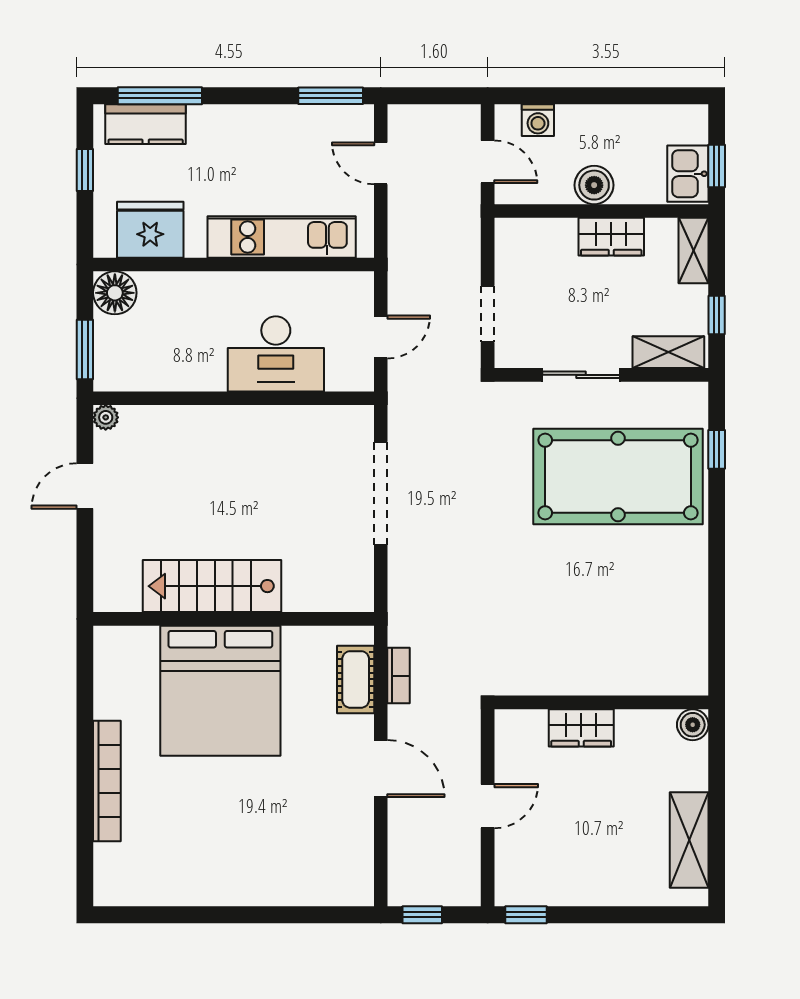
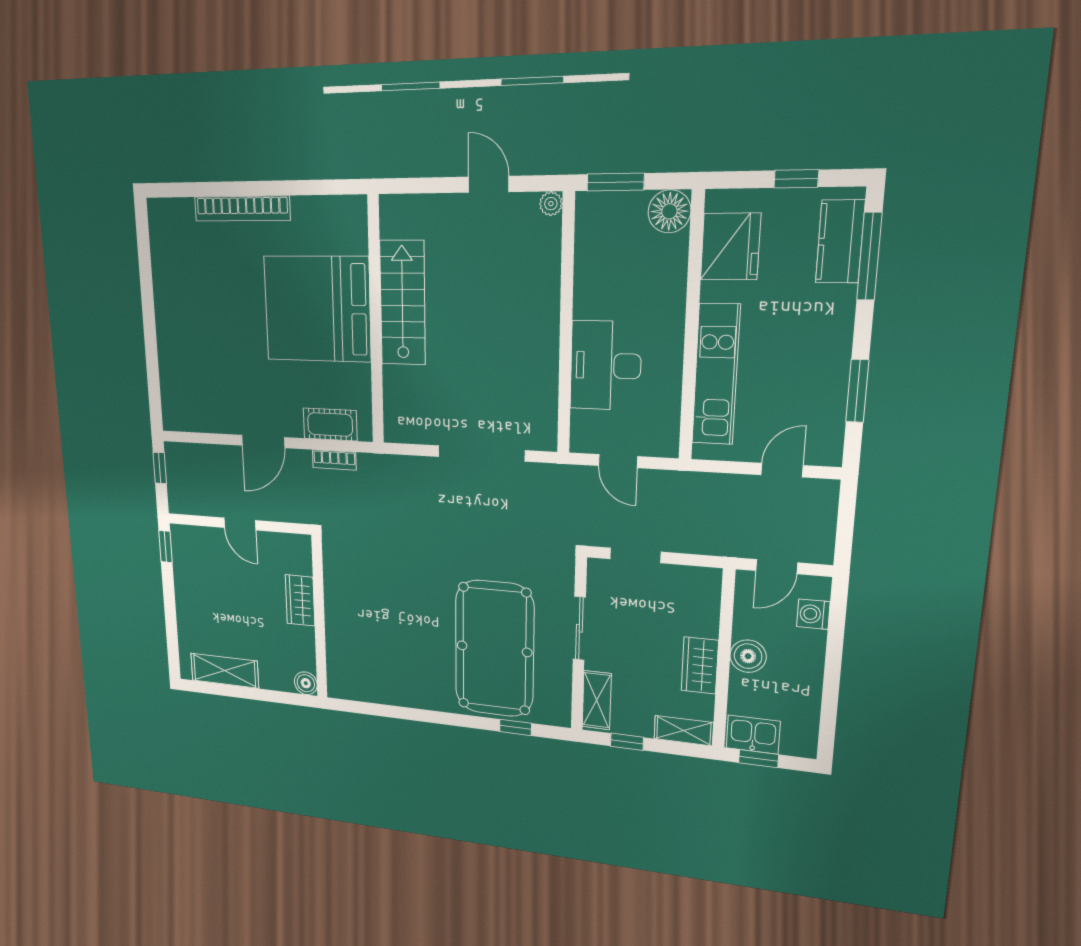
window: (331, 96) -> (857, 391), moved

